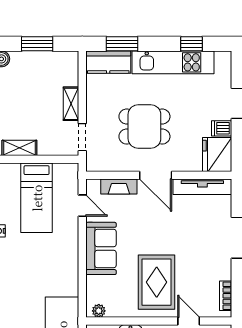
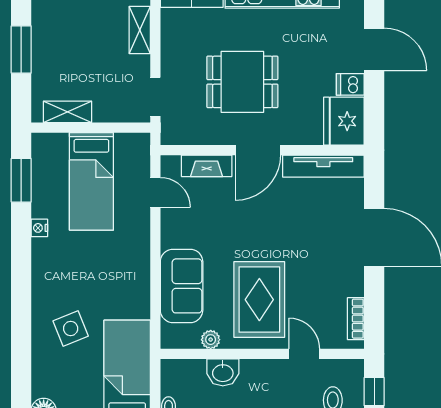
shelving: (71, 104) -> (140, 30), moved
door: (156, 175) -> (258, 150), hinge flipped
sofa: (101, 248) -> (182, 286), moved
side table: (22, 303) -> (71, 329), added
plant: (99, 311) -> (211, 340), moved

